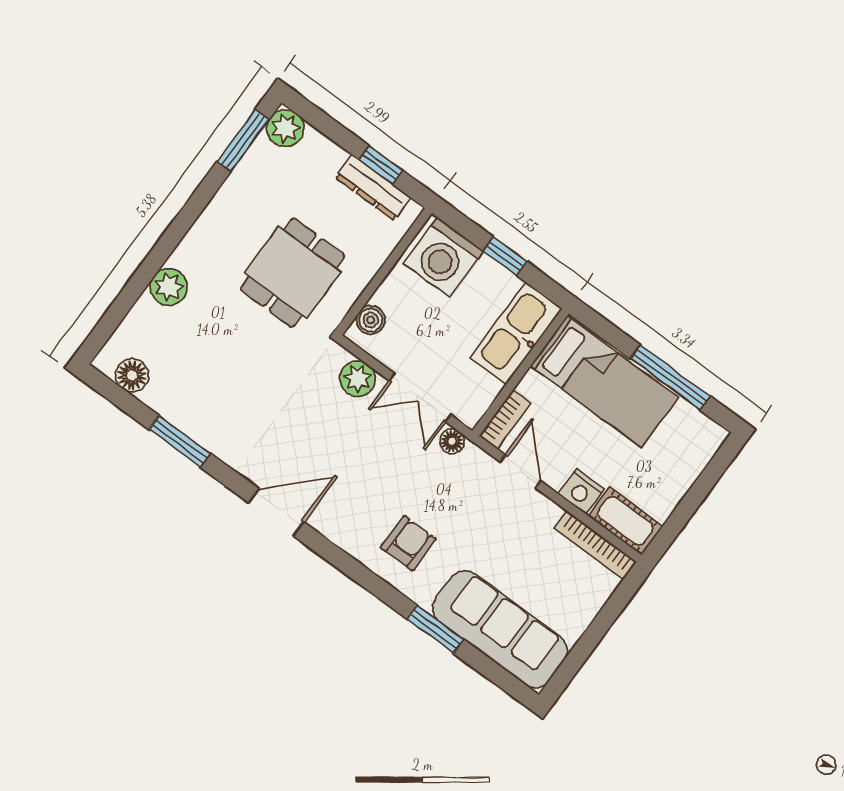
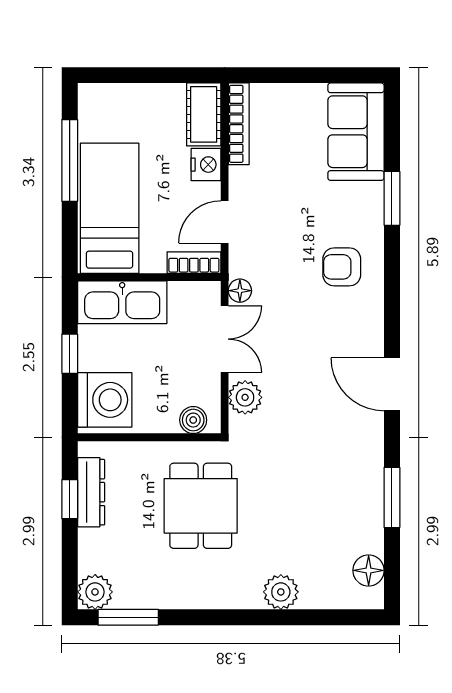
dining table: (293, 273) -> (201, 506), turned 90
sofa: (500, 629) -> (356, 132), width x0.73

